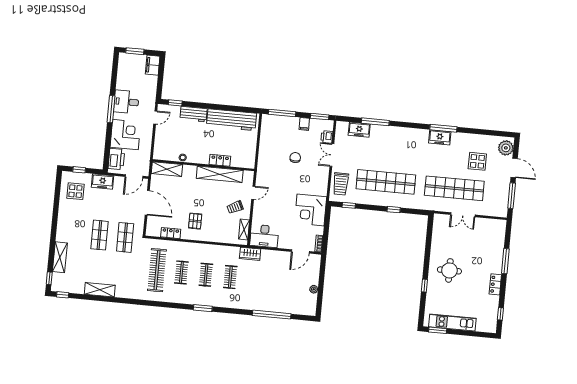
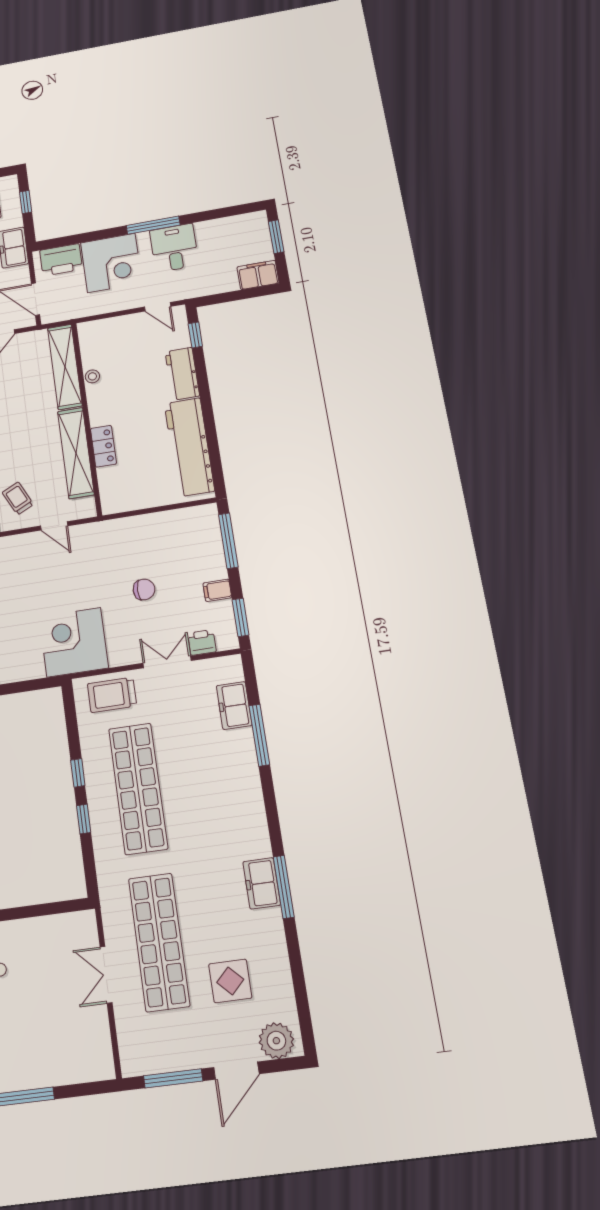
shelving: (167, 169) -> (65, 367), width x1.47
window: (349, 205) -> (78, 773), moved
corner desk: (311, 210) -> (74, 642), moved

